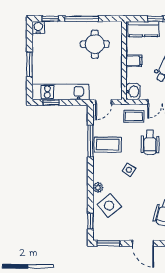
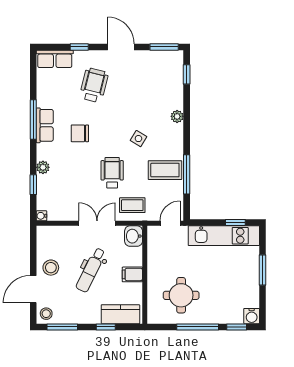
side table: (109, 206) -> (163, 94), removed

